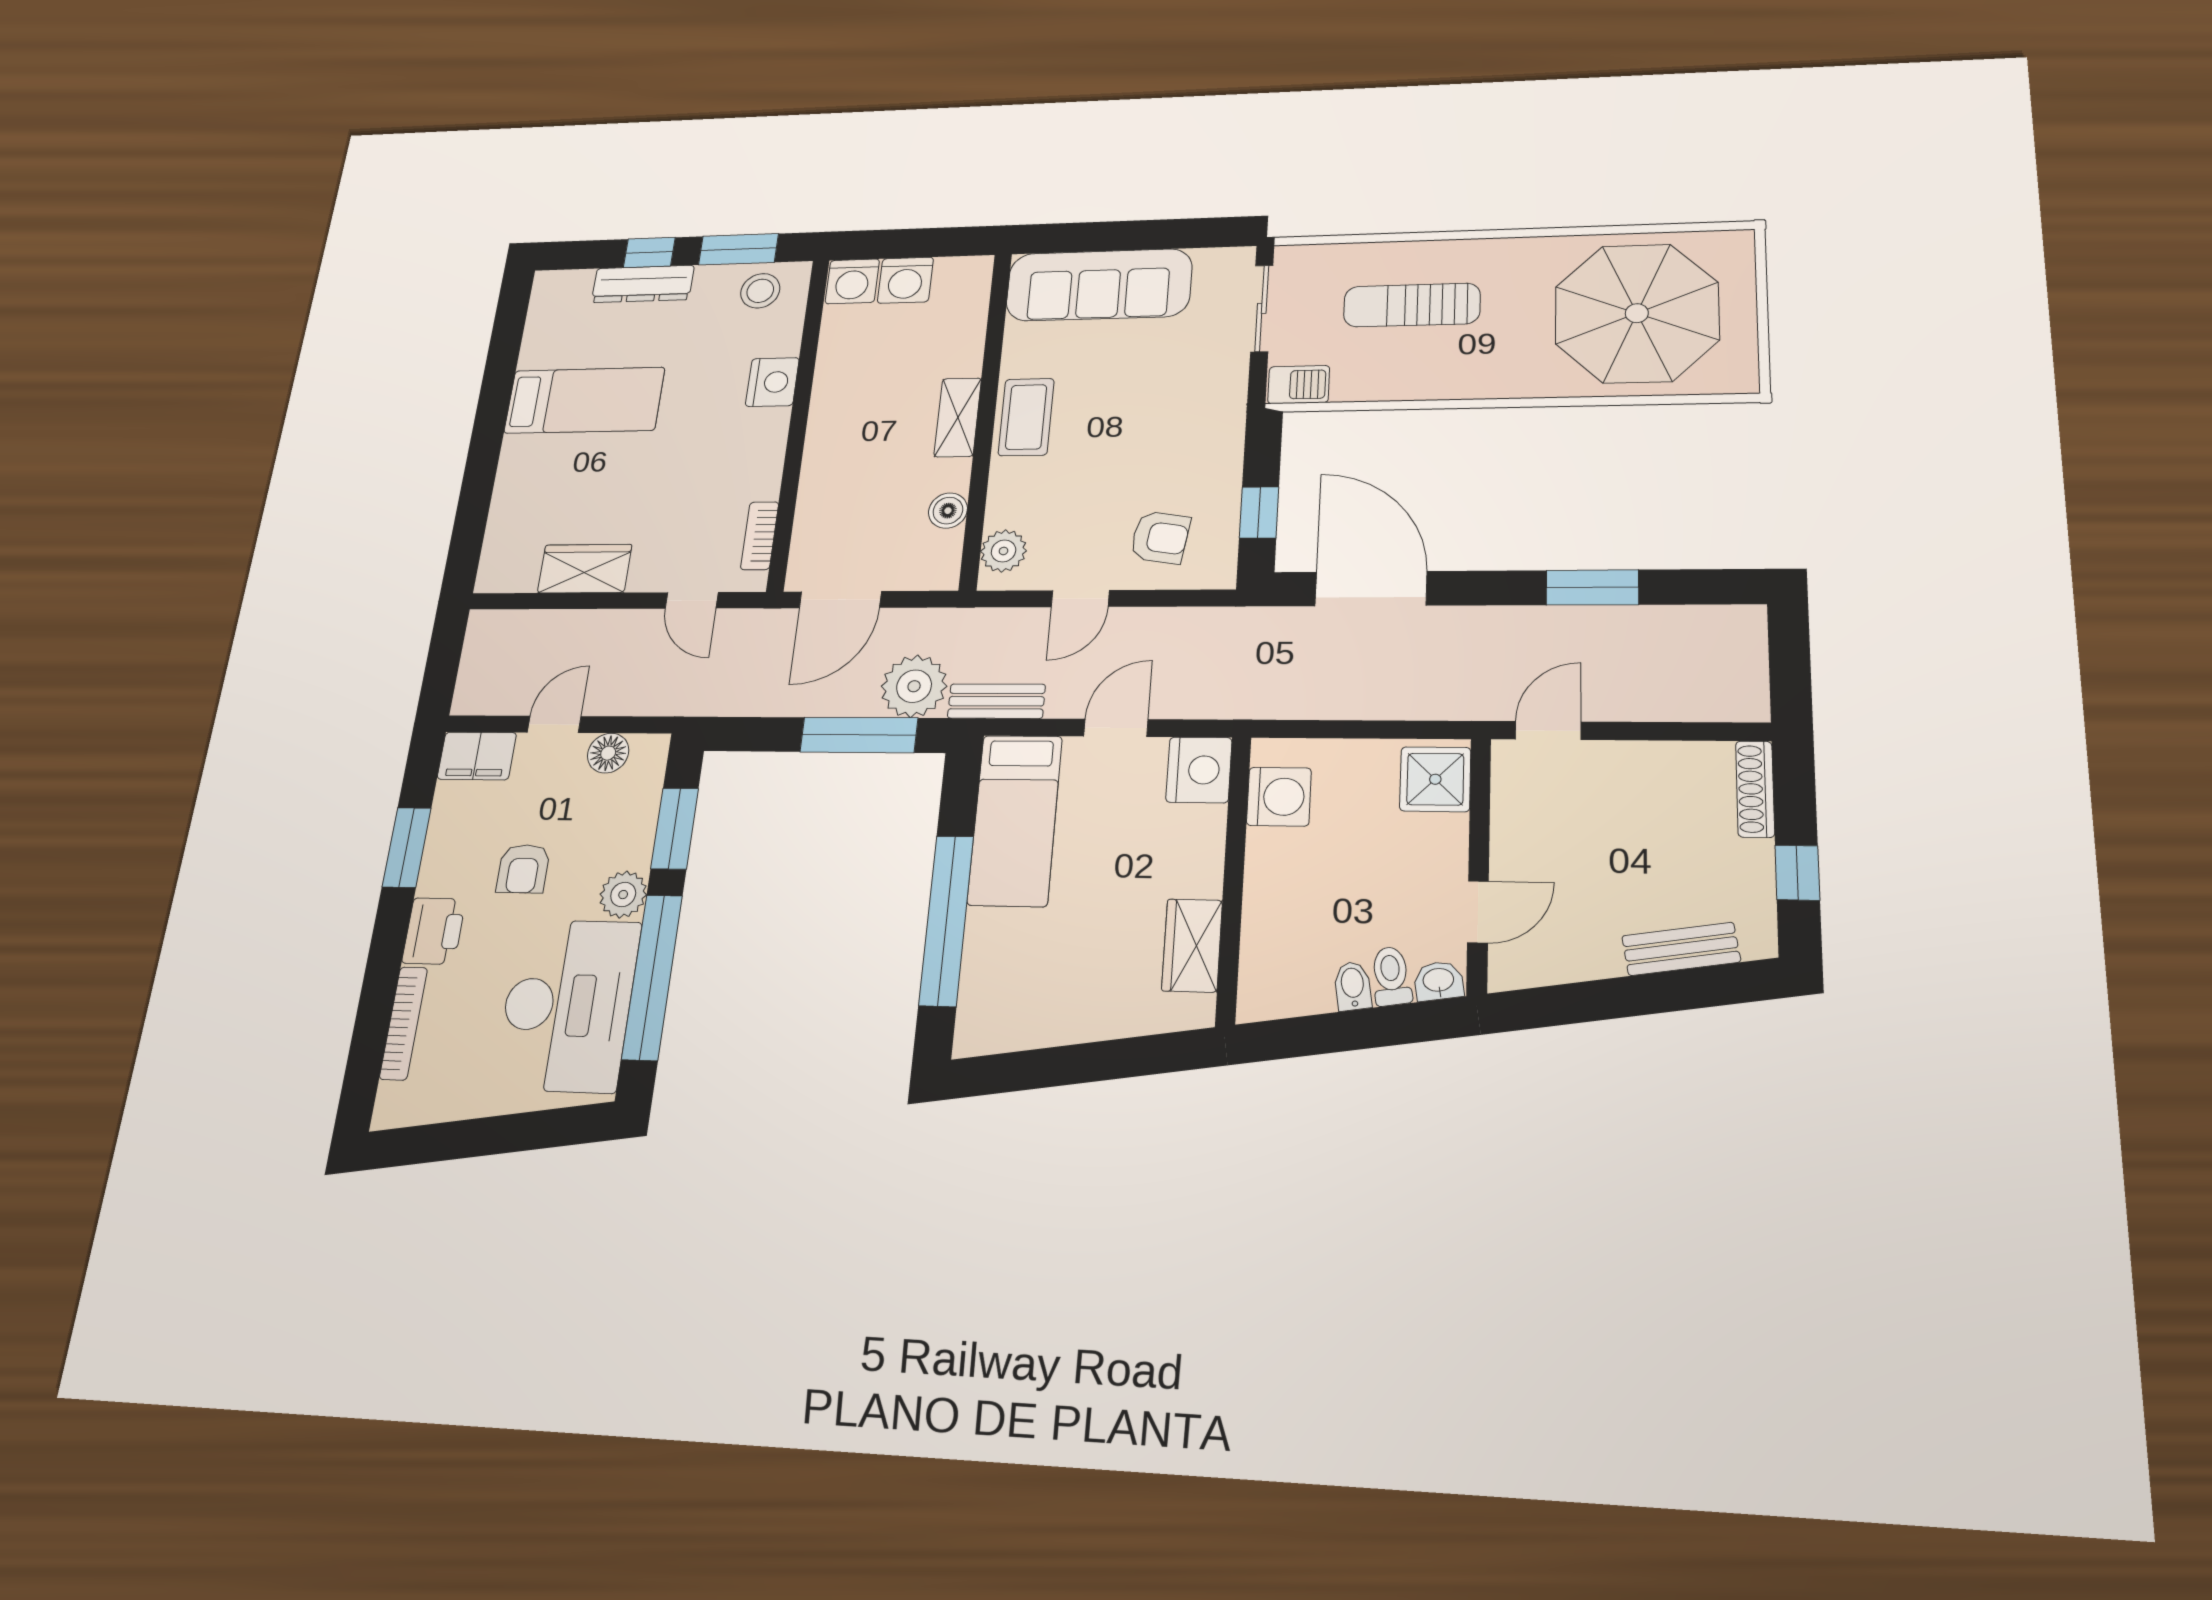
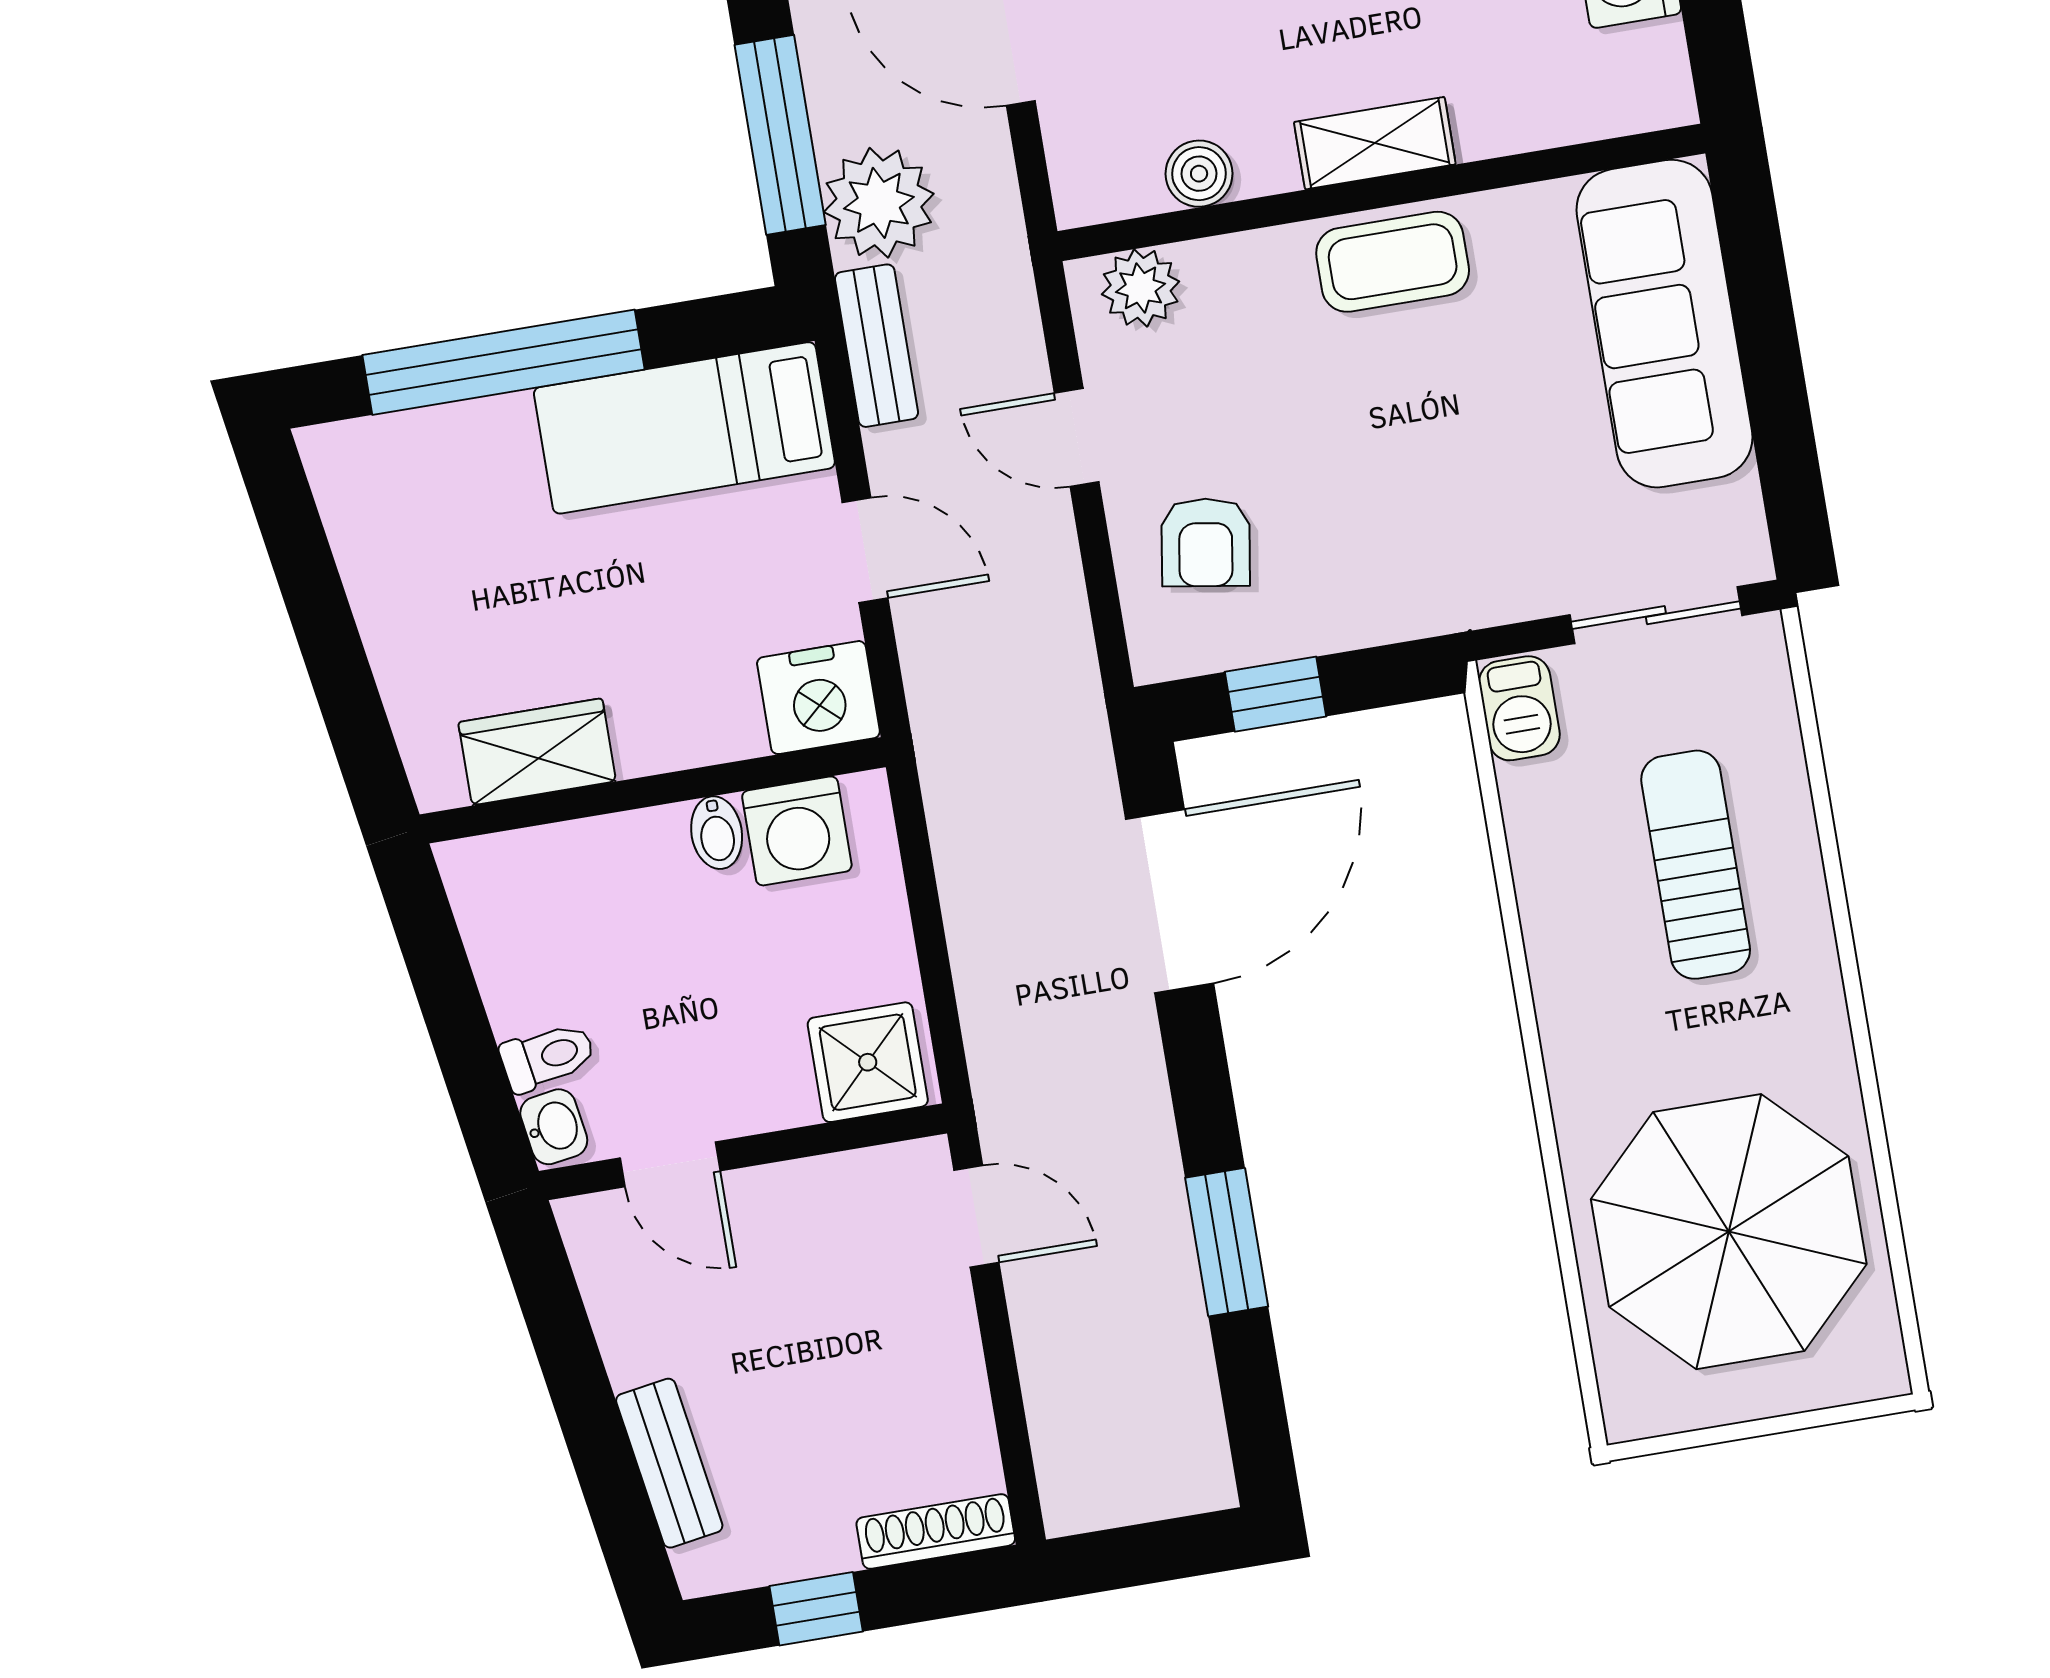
bidet: (1353, 986) -> (717, 833), moved, turned 99

